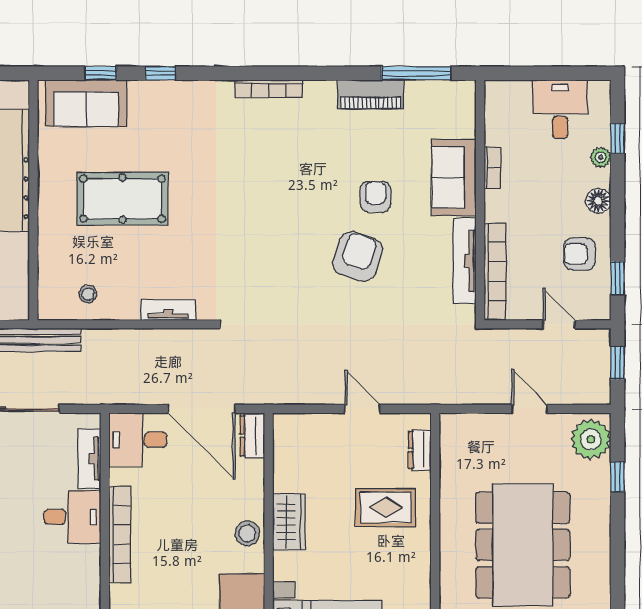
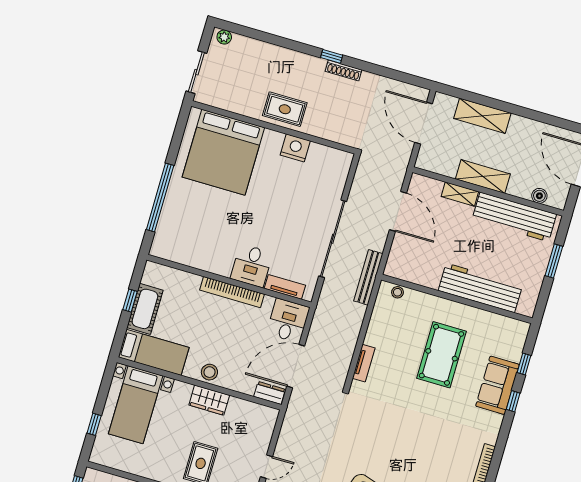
sofa: (86, 103) -> (497, 385), moved
stool: (88, 294) -> (397, 292), moved

